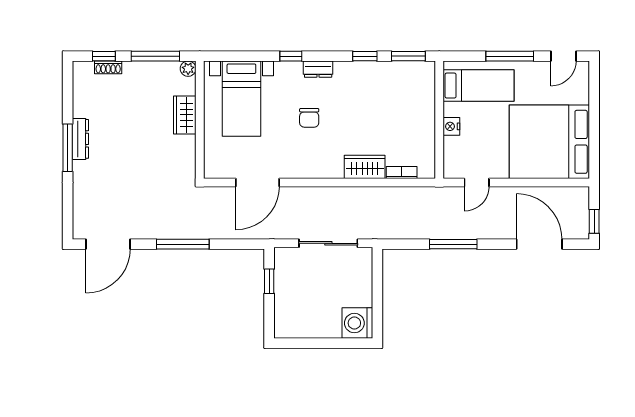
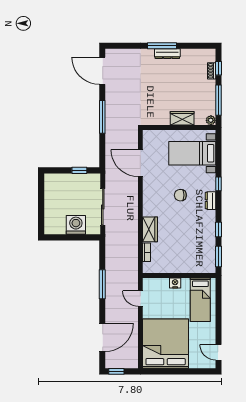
window: (510, 56) -> (219, 319), removed
washing machine: (357, 323) -> (76, 225), moved

